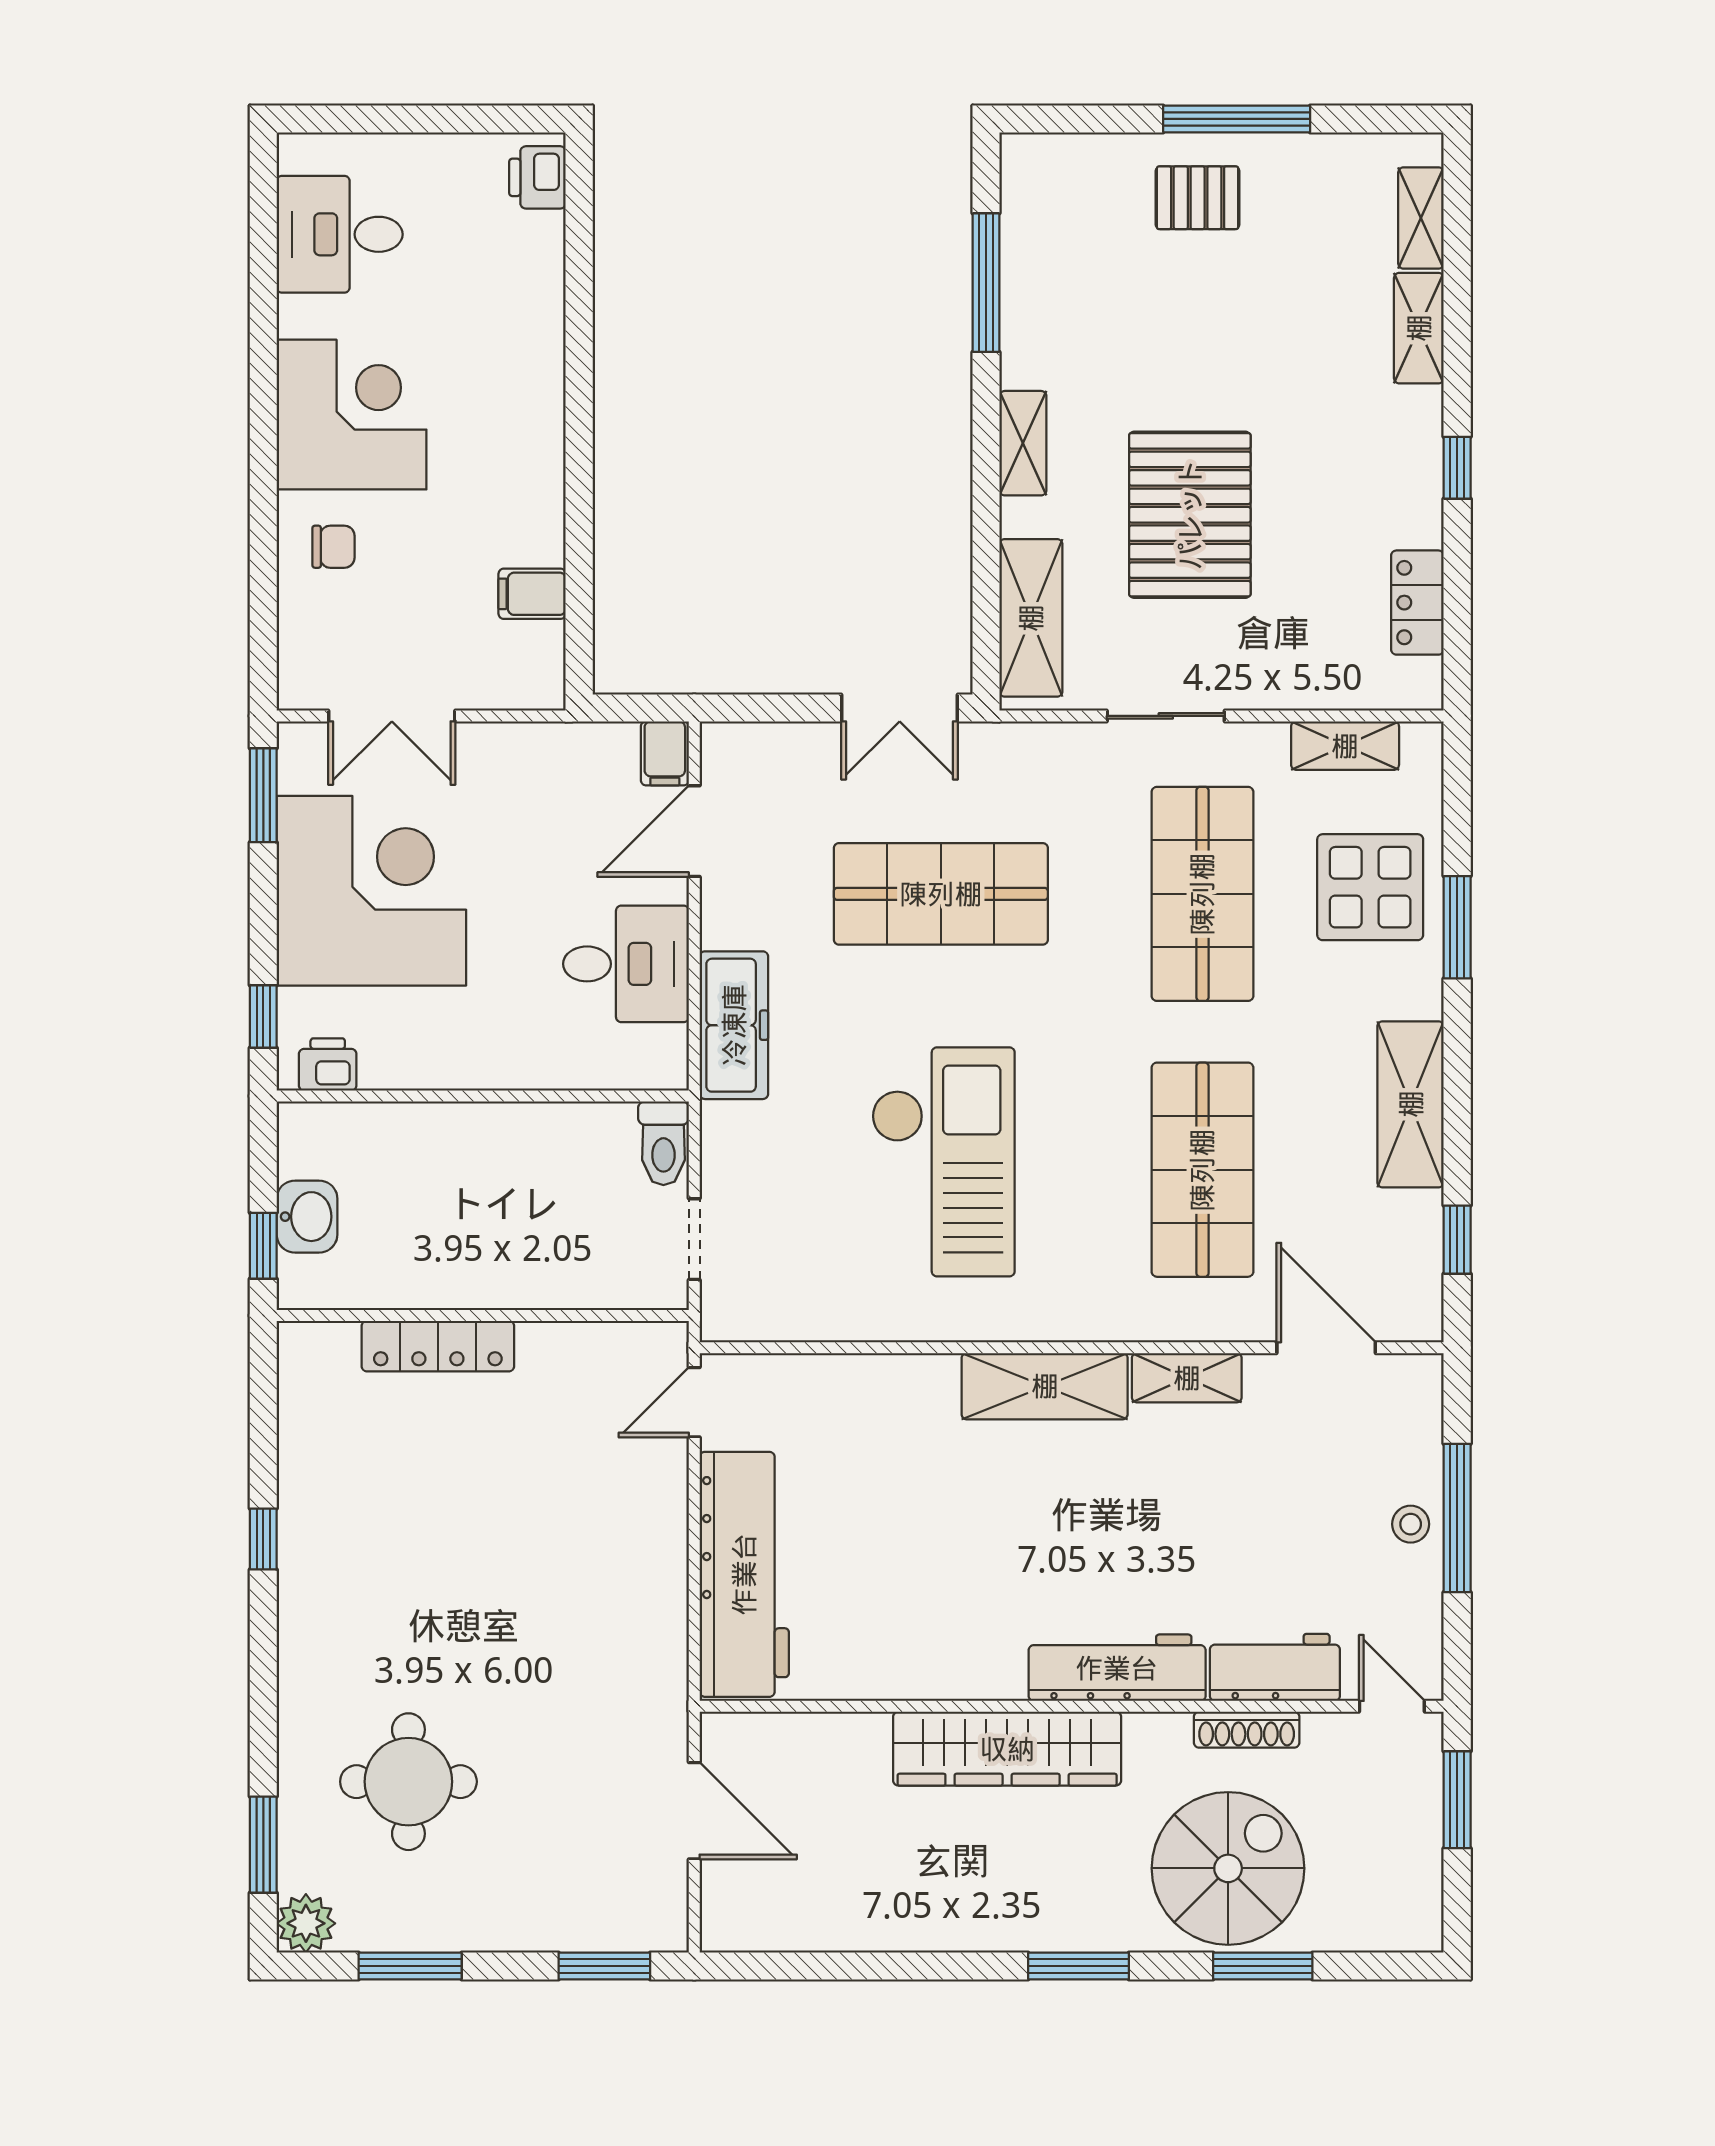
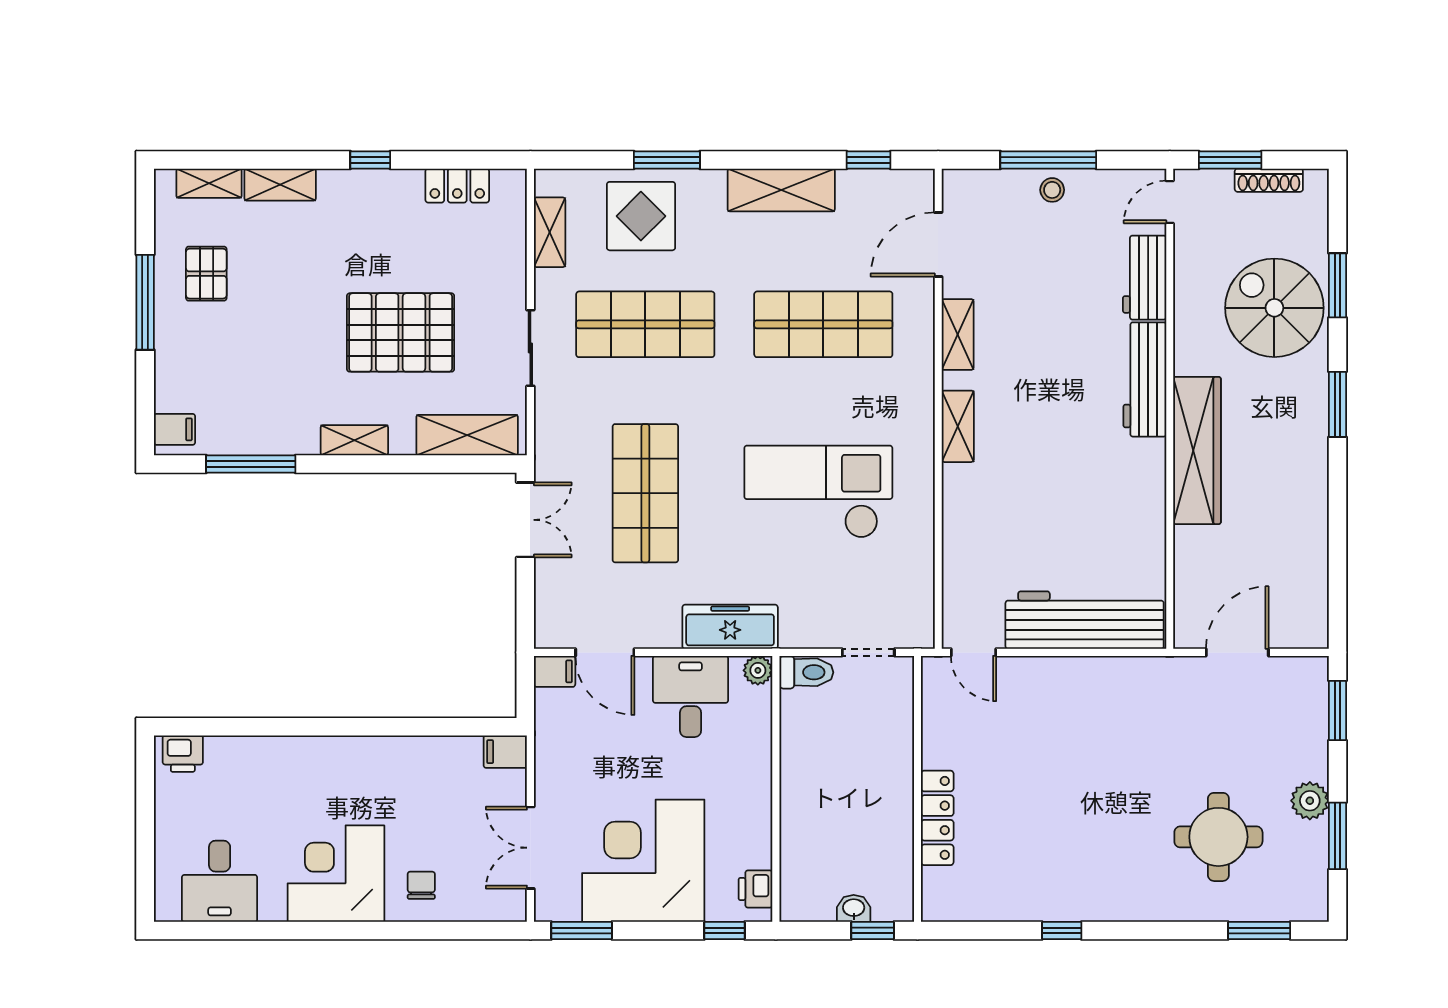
filing cabinet: (1040, 164) -> (174, 429), added
pallet: (1198, 198) -> (206, 274), moved
filing cabinet: (532, 594) -> (505, 752), moved, turned 90
double door: (392, 716) -> (530, 848), swing flipped
plant: (666, 1068) -> (758, 670), added
washbasin: (307, 1217) -> (854, 908), width x0.72, depth x0.69
shelving: (1045, 1386) -> (958, 426), width x0.67, depth x0.75
shoe rack: (1247, 1730) -> (1269, 180), moved, turned 90
plant: (306, 1923) -> (1310, 801), moved

